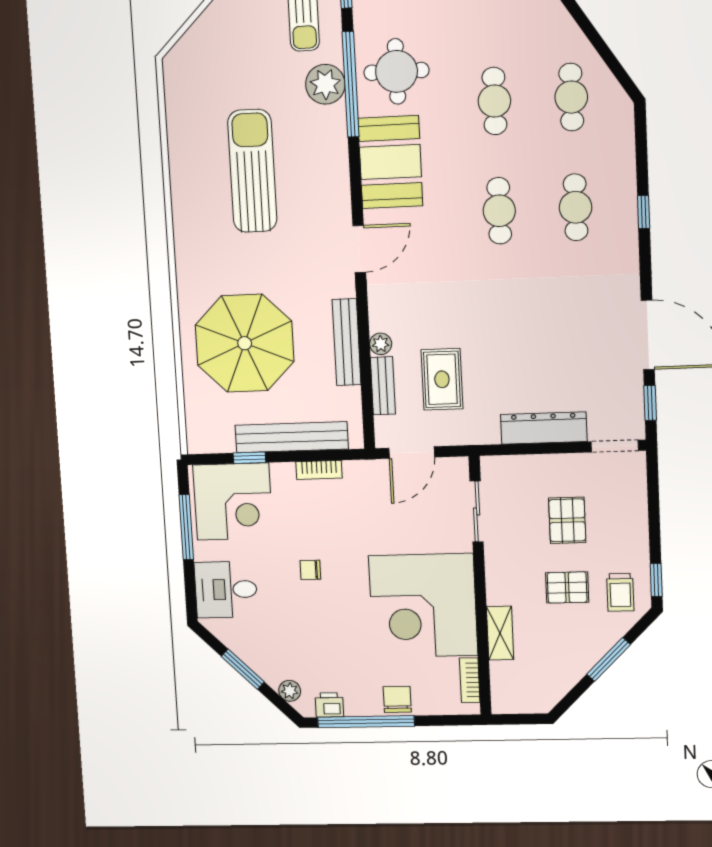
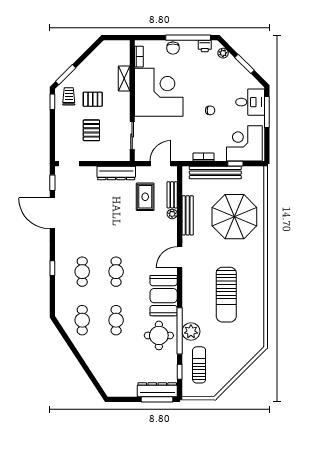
dresser: (544, 428) -> (116, 173), moved
window: (186, 527) -> (267, 112), moved
window: (609, 659) -> (66, 75), moved

